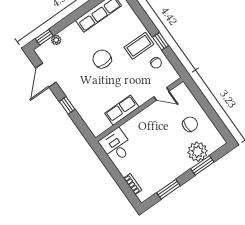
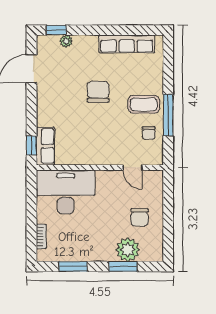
window: (161, 41) -> (168, 115), width x2.17
window: (67, 105) -> (31, 146), moved
row of seats: (122, 110) -> (45, 146), moved, turned 90
chair: (190, 124) -> (140, 217), turned 90
desk: (116, 145) -> (66, 192), width x1.87, depth x1.30

